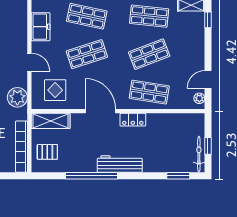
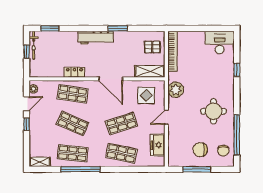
window: (208, 20) -> (27, 124), moved
shop shelf: (149, 54) -> (73, 124), turned 45
door: (29, 62) -> (166, 117), hinge flipped
locker: (133, 120) -> (74, 72), moved
window: (91, 176) -> (118, 28), width x0.47

